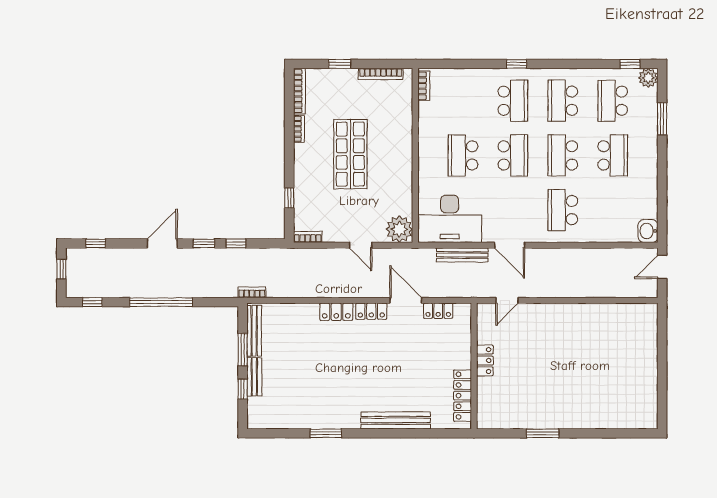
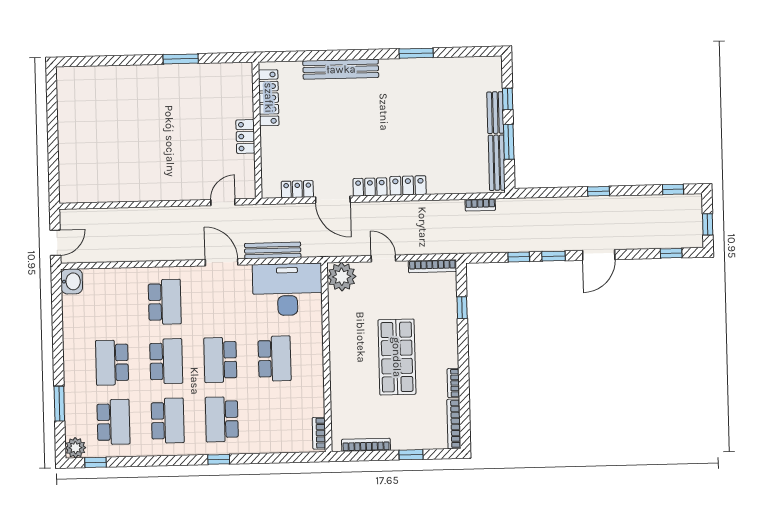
bookcase: (308, 237) -> (432, 266), width x1.56
bookcase: (252, 292) -> (480, 205), moved
window: (161, 302) -> (599, 191), width x0.32

